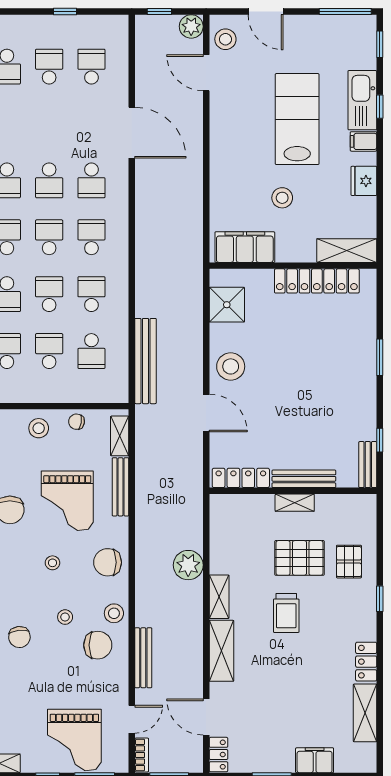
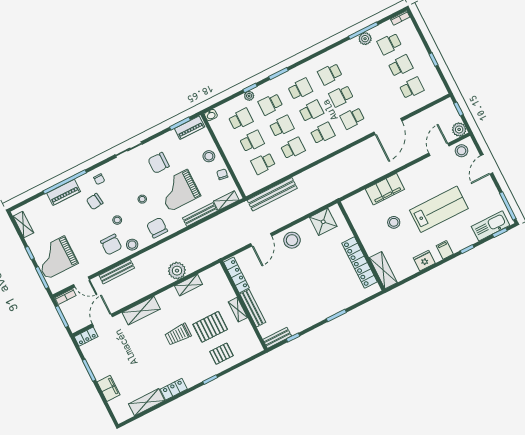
kitchen sink: (362, 100) -> (491, 226), moved
filing cabinet: (245, 247) -> (385, 189), moved, turned 90
pallet: (299, 558) -> (210, 327), turned 90
shelving: (219, 597) -> (188, 285), moved

